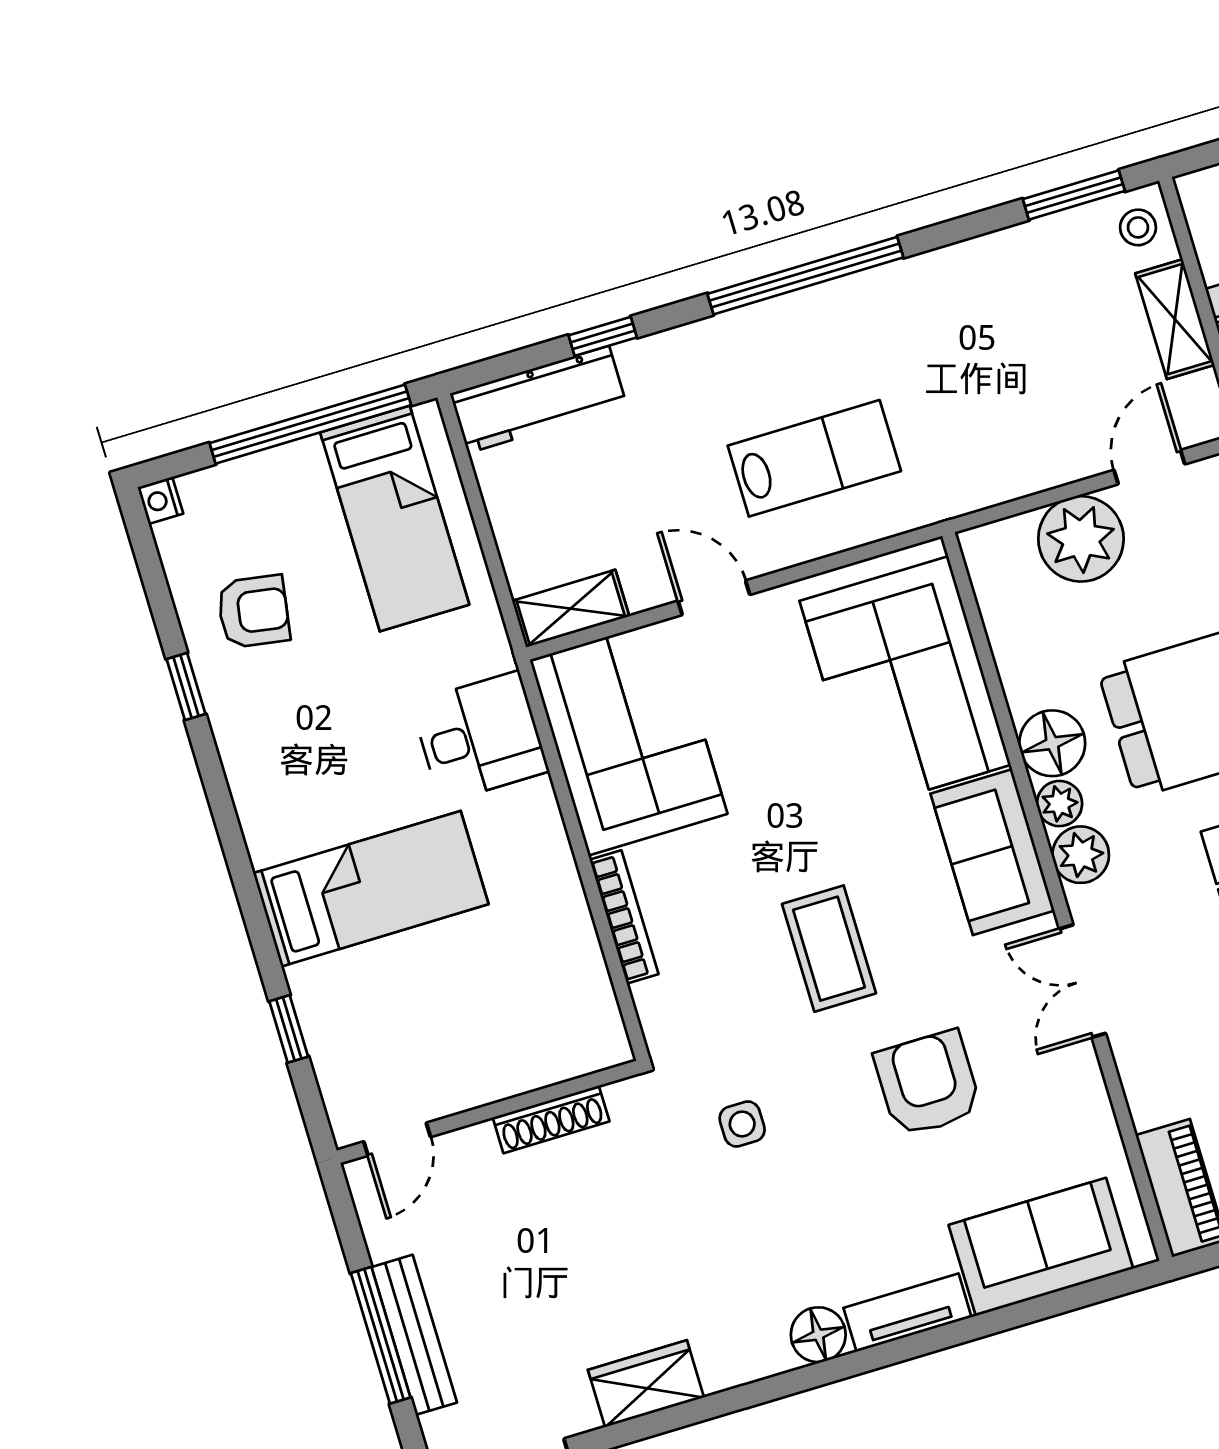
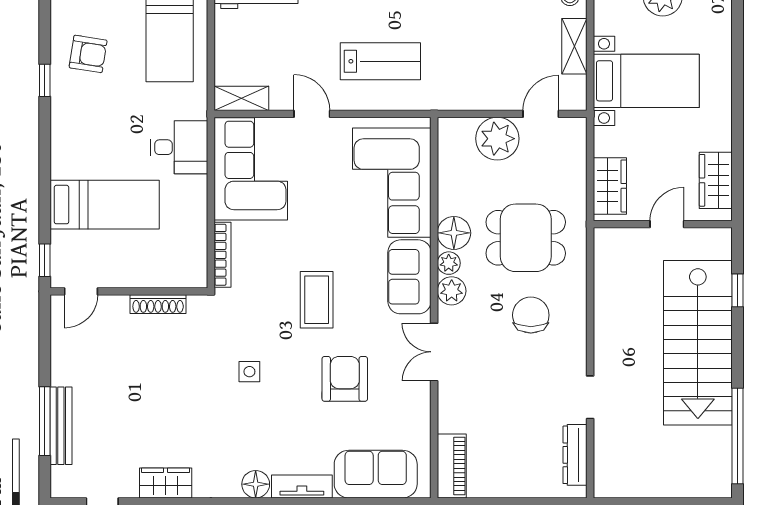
wall: (488, 1112) -> (129, 291), moved
shoe rack: (551, 1119) -> (158, 304), moved
door: (397, 1139) -> (81, 291), moved

